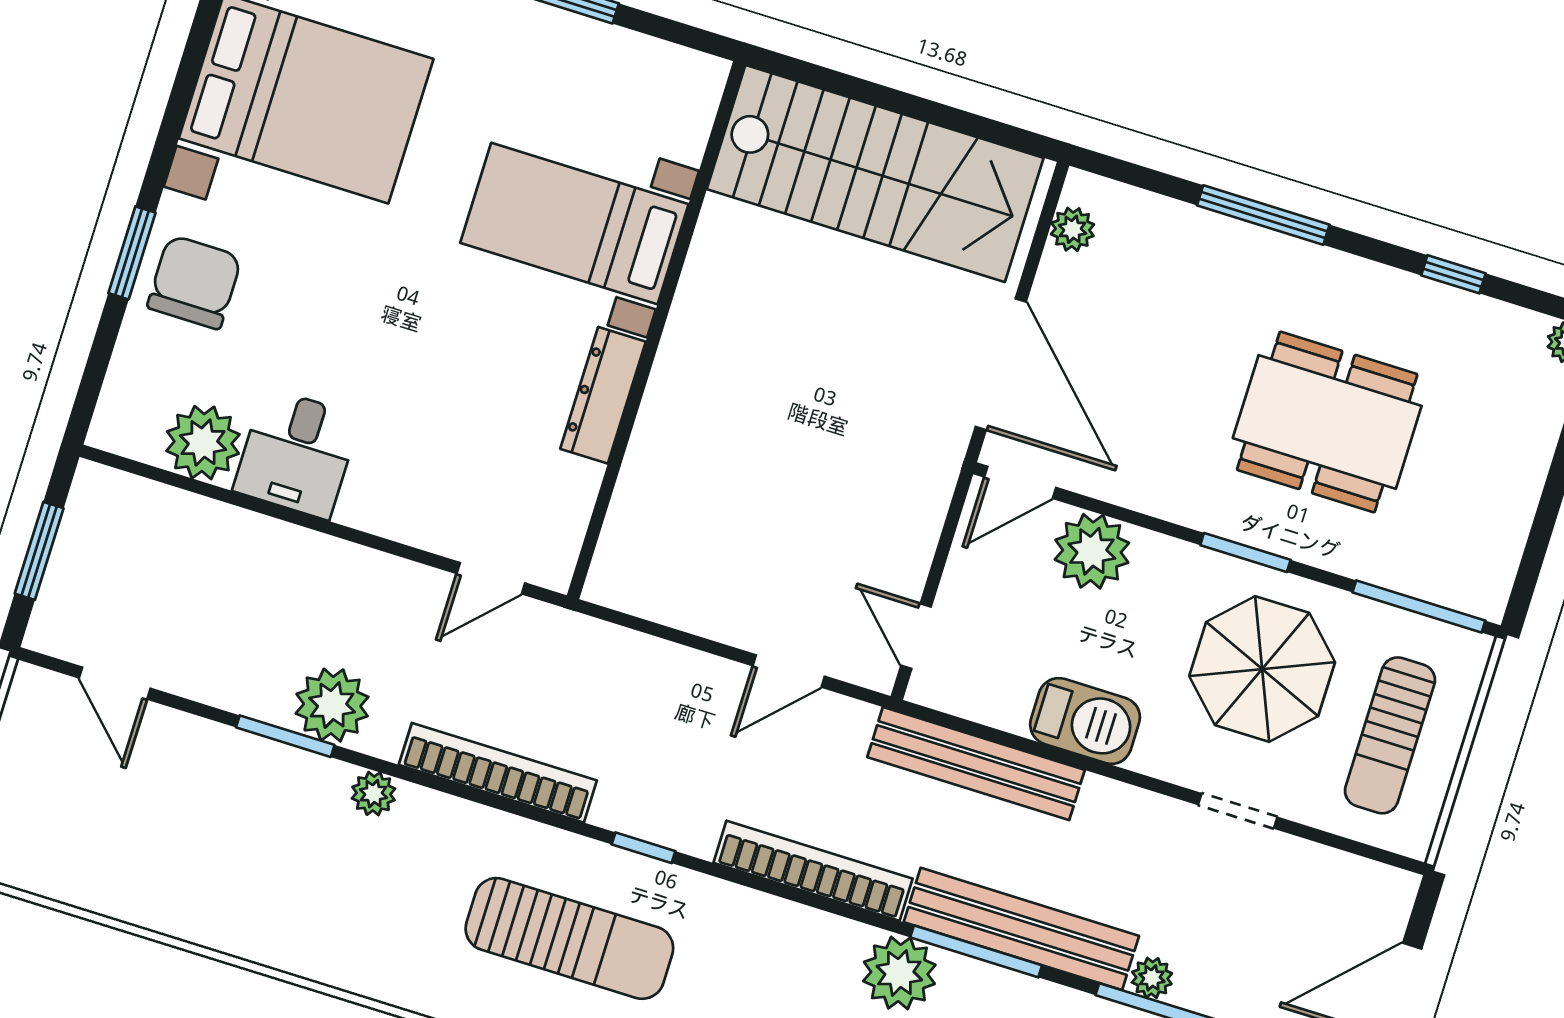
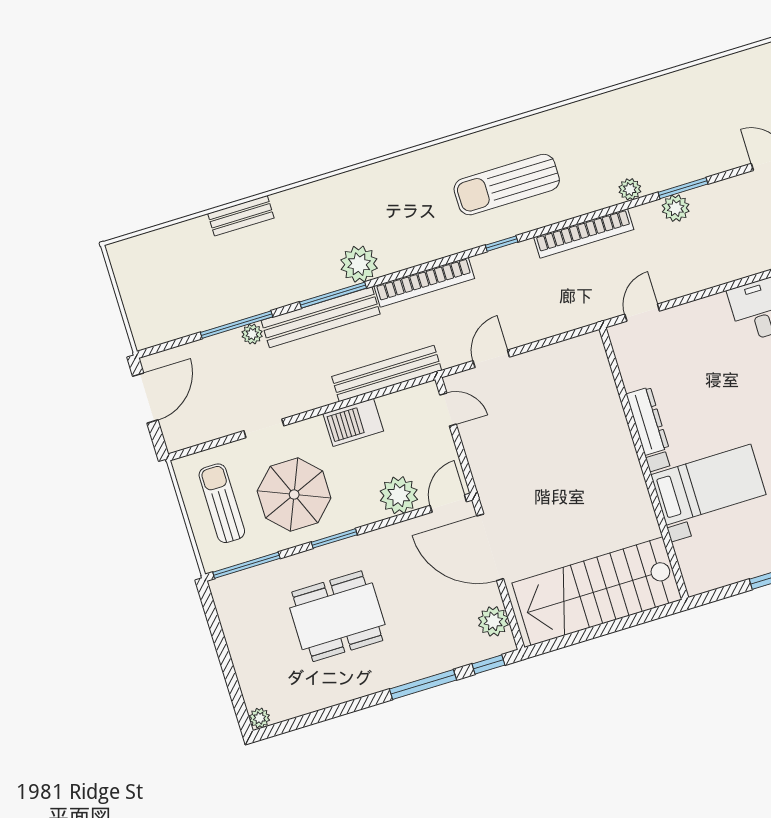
plant: (1073, 229) -> (493, 621), width x1.38, depth x1.38
window: (1453, 274) -> (488, 664), moved
plant: (332, 705) -> (676, 208), width x0.73, depth x0.73

